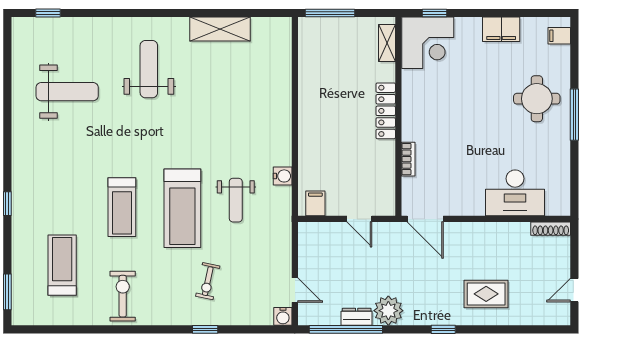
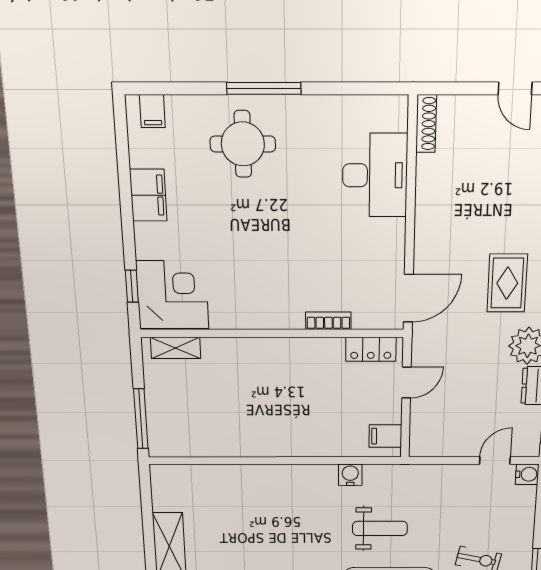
locker: (386, 111) -> (371, 349), moved, width x0.66
rug: (486, 294) -> (507, 283), moved

